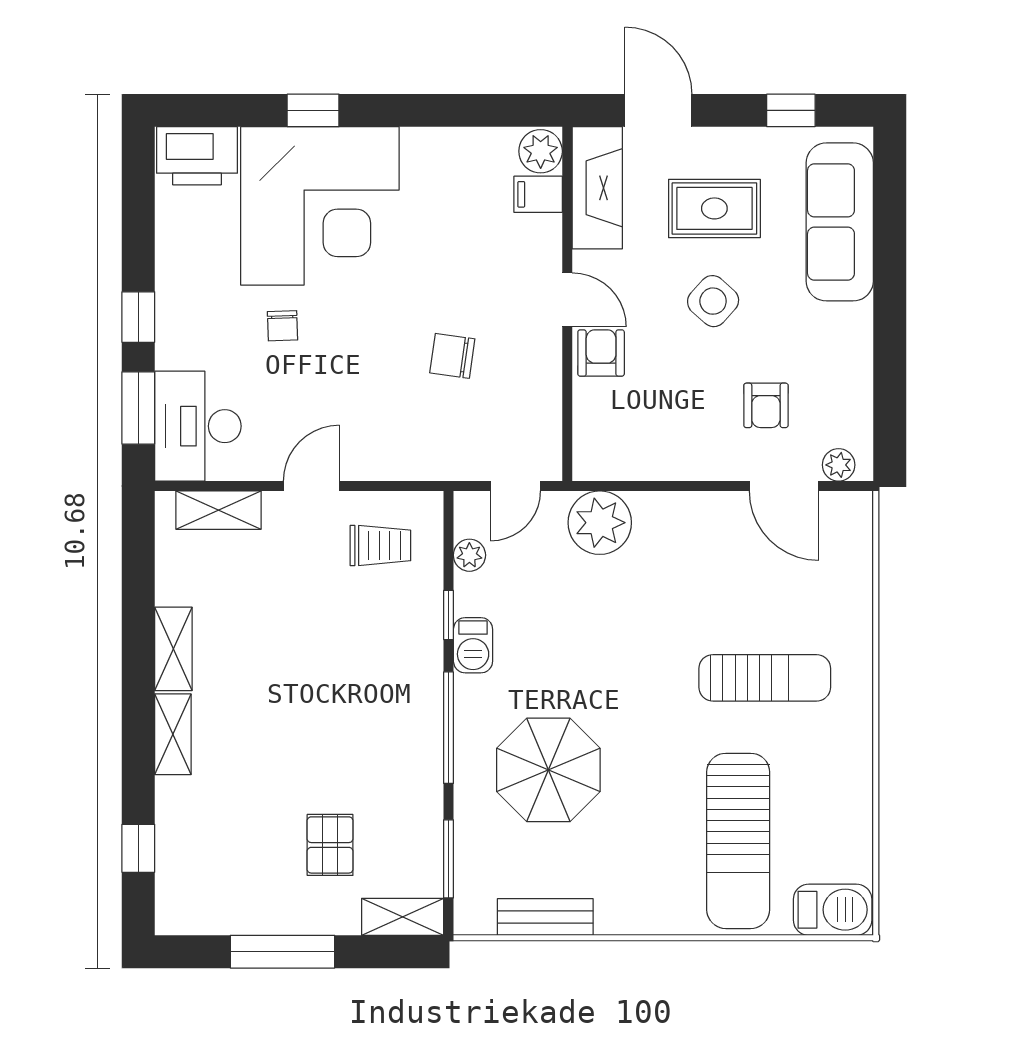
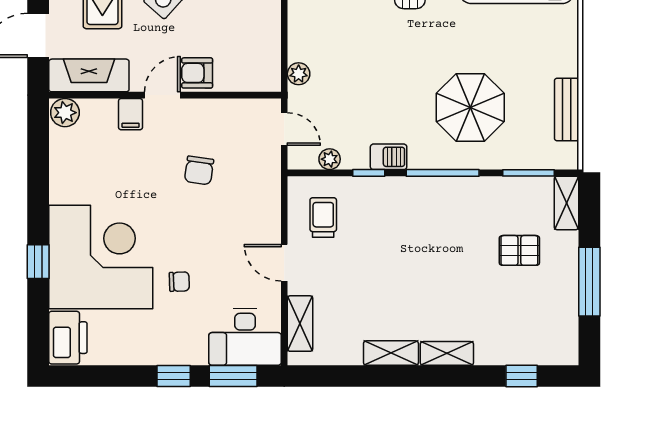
filing cabinet: (538, 194) -> (131, 114), moved
plant: (600, 523) -> (299, 74), width x0.53, depth x0.53

